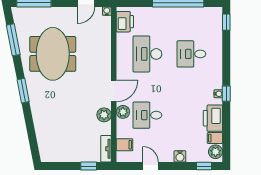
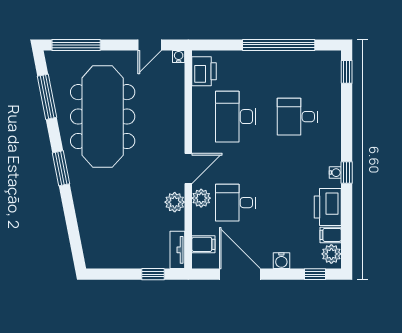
meeting table: (53, 54) -> (103, 117), width x1.36
door: (150, 166) -> (240, 274), width x1.88

